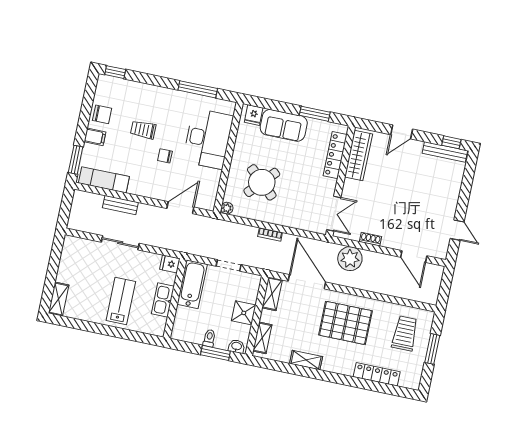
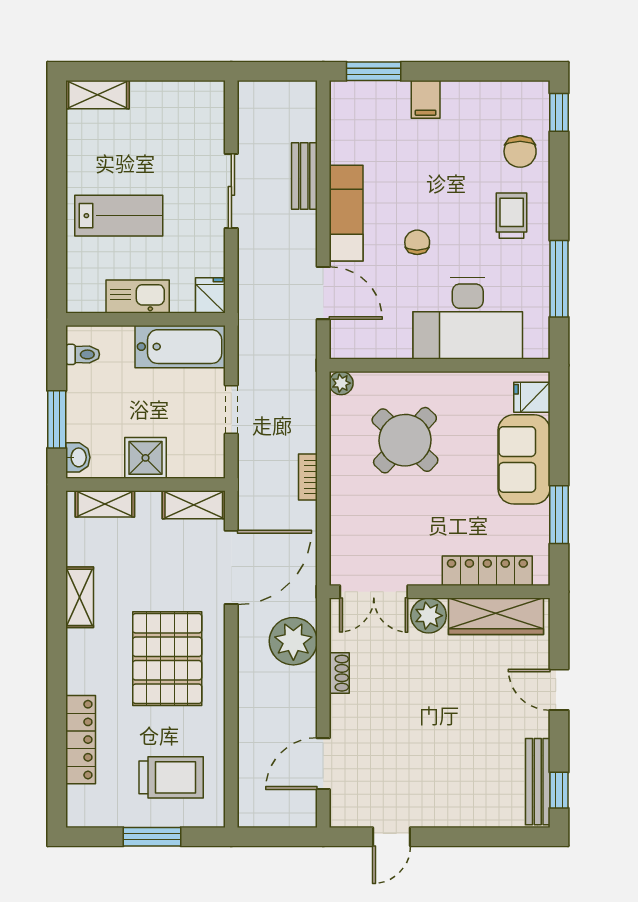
chair: (102, 114) -> (520, 151), moved
trolley: (143, 130) -> (512, 216), moved
exam couch: (104, 180) -> (346, 213), moved
plant: (351, 189) -> (429, 616), added
toilet: (209, 338) -> (83, 354), moved

